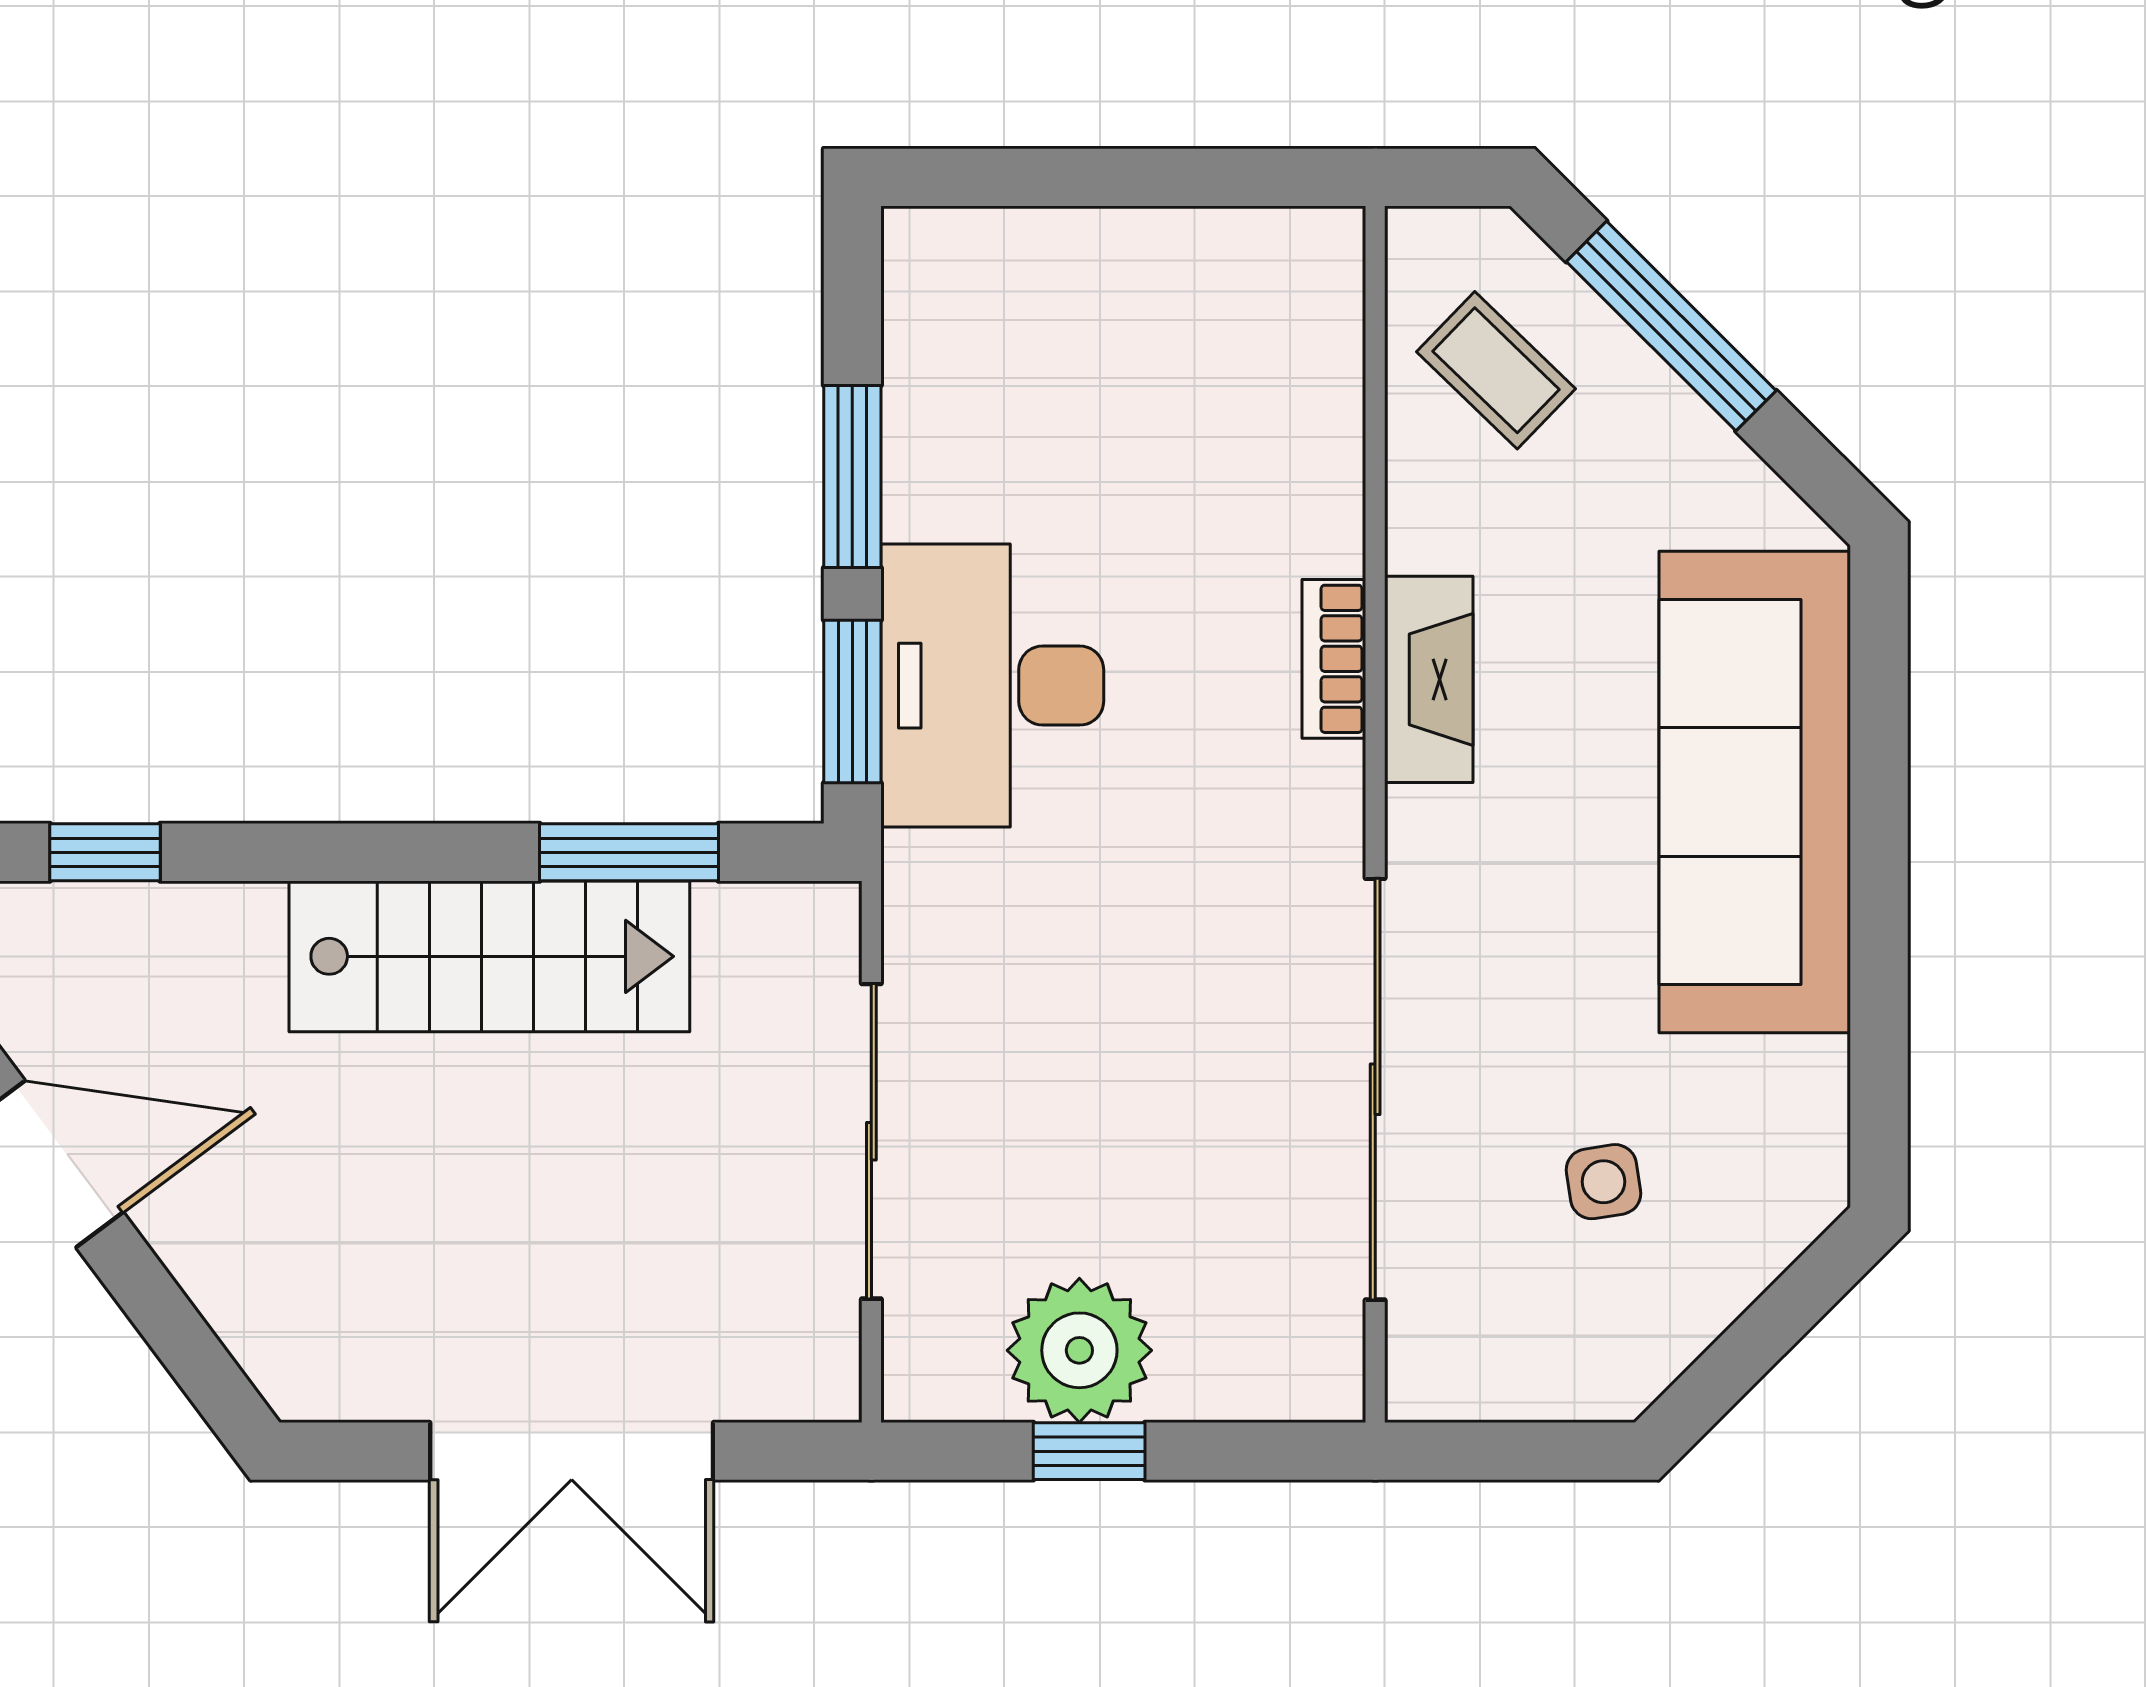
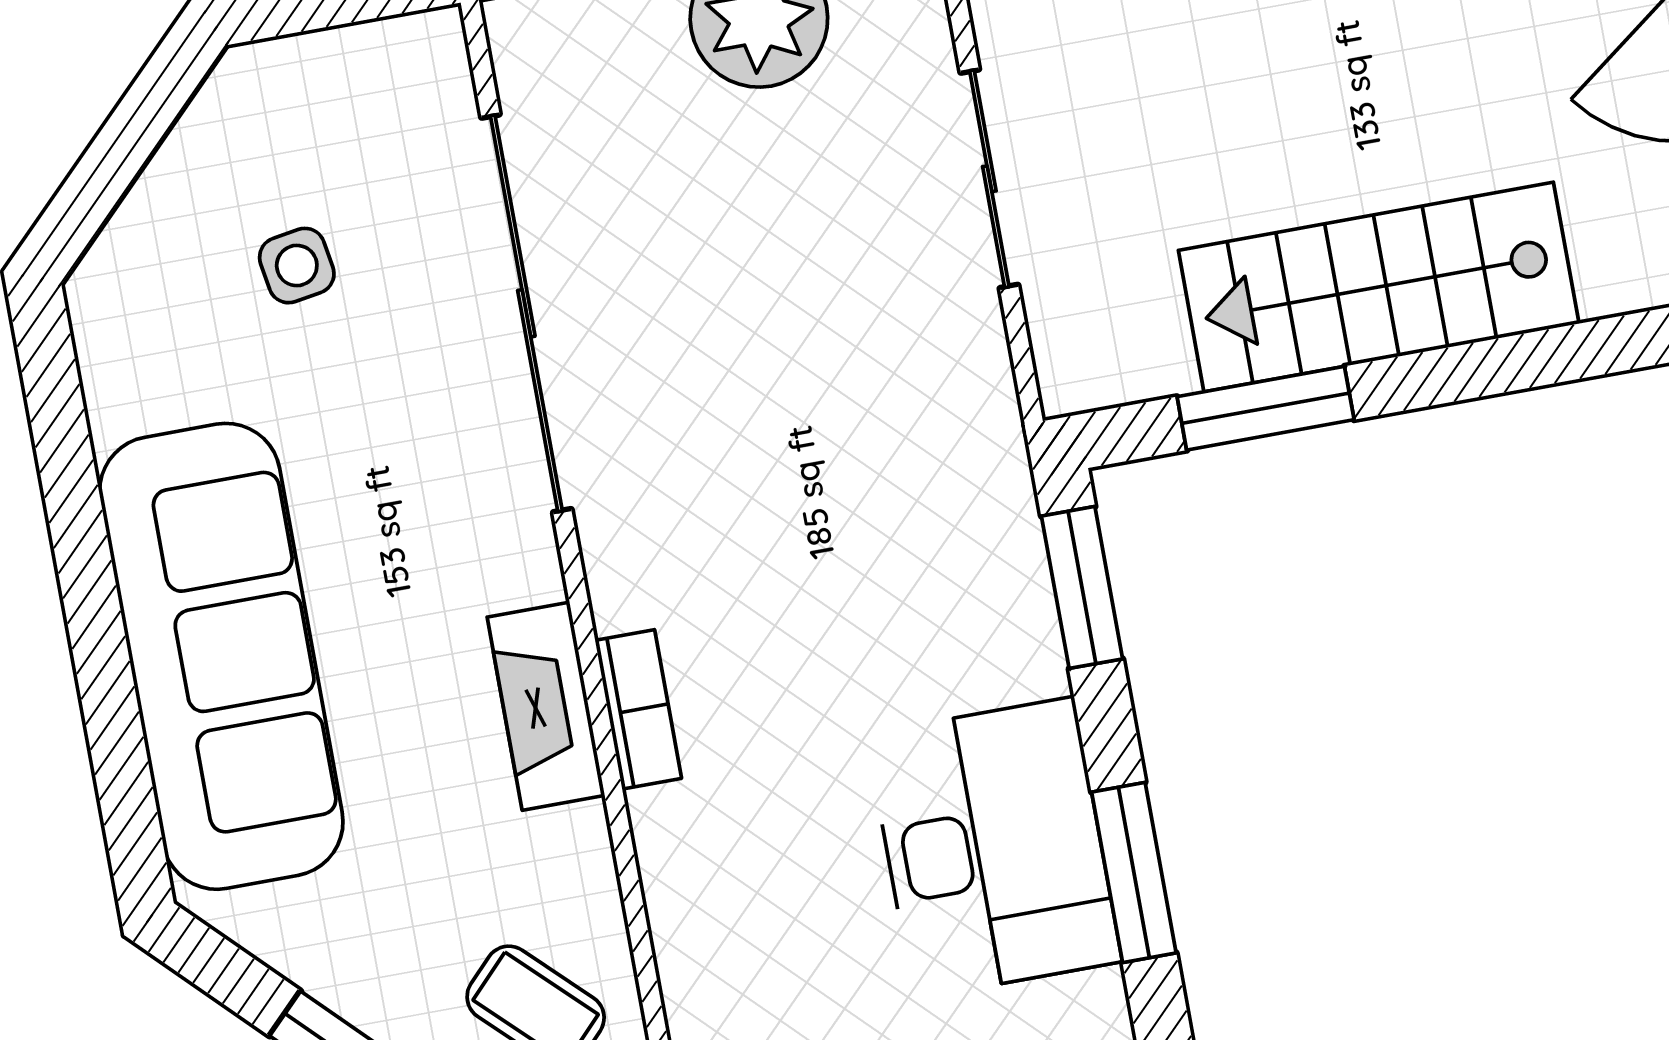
window: (852, 476) -> (1134, 872), moved
desk: (992, 686) -> (994, 848), moved
sliding door: (871, 1141) -> (989, 179), width x0.73

